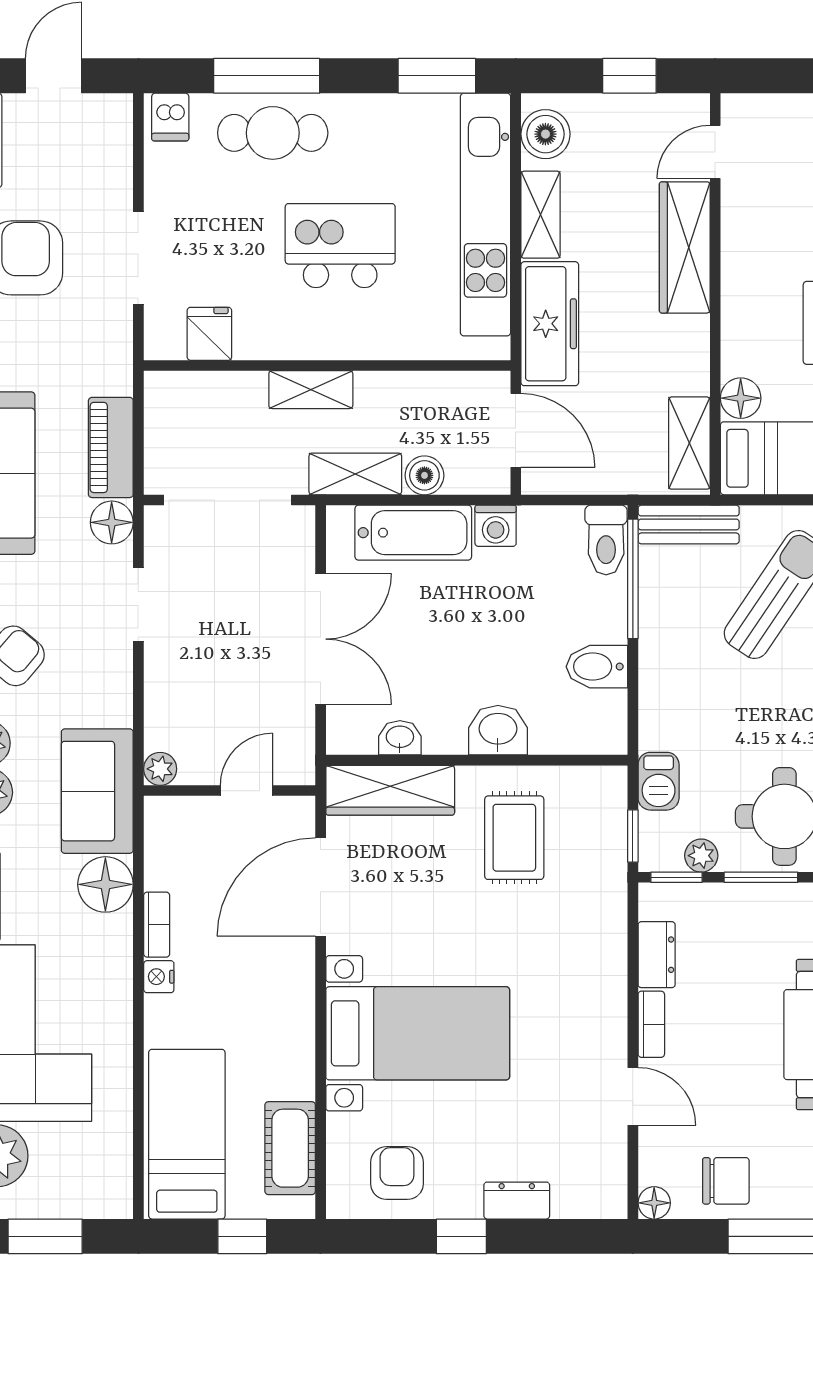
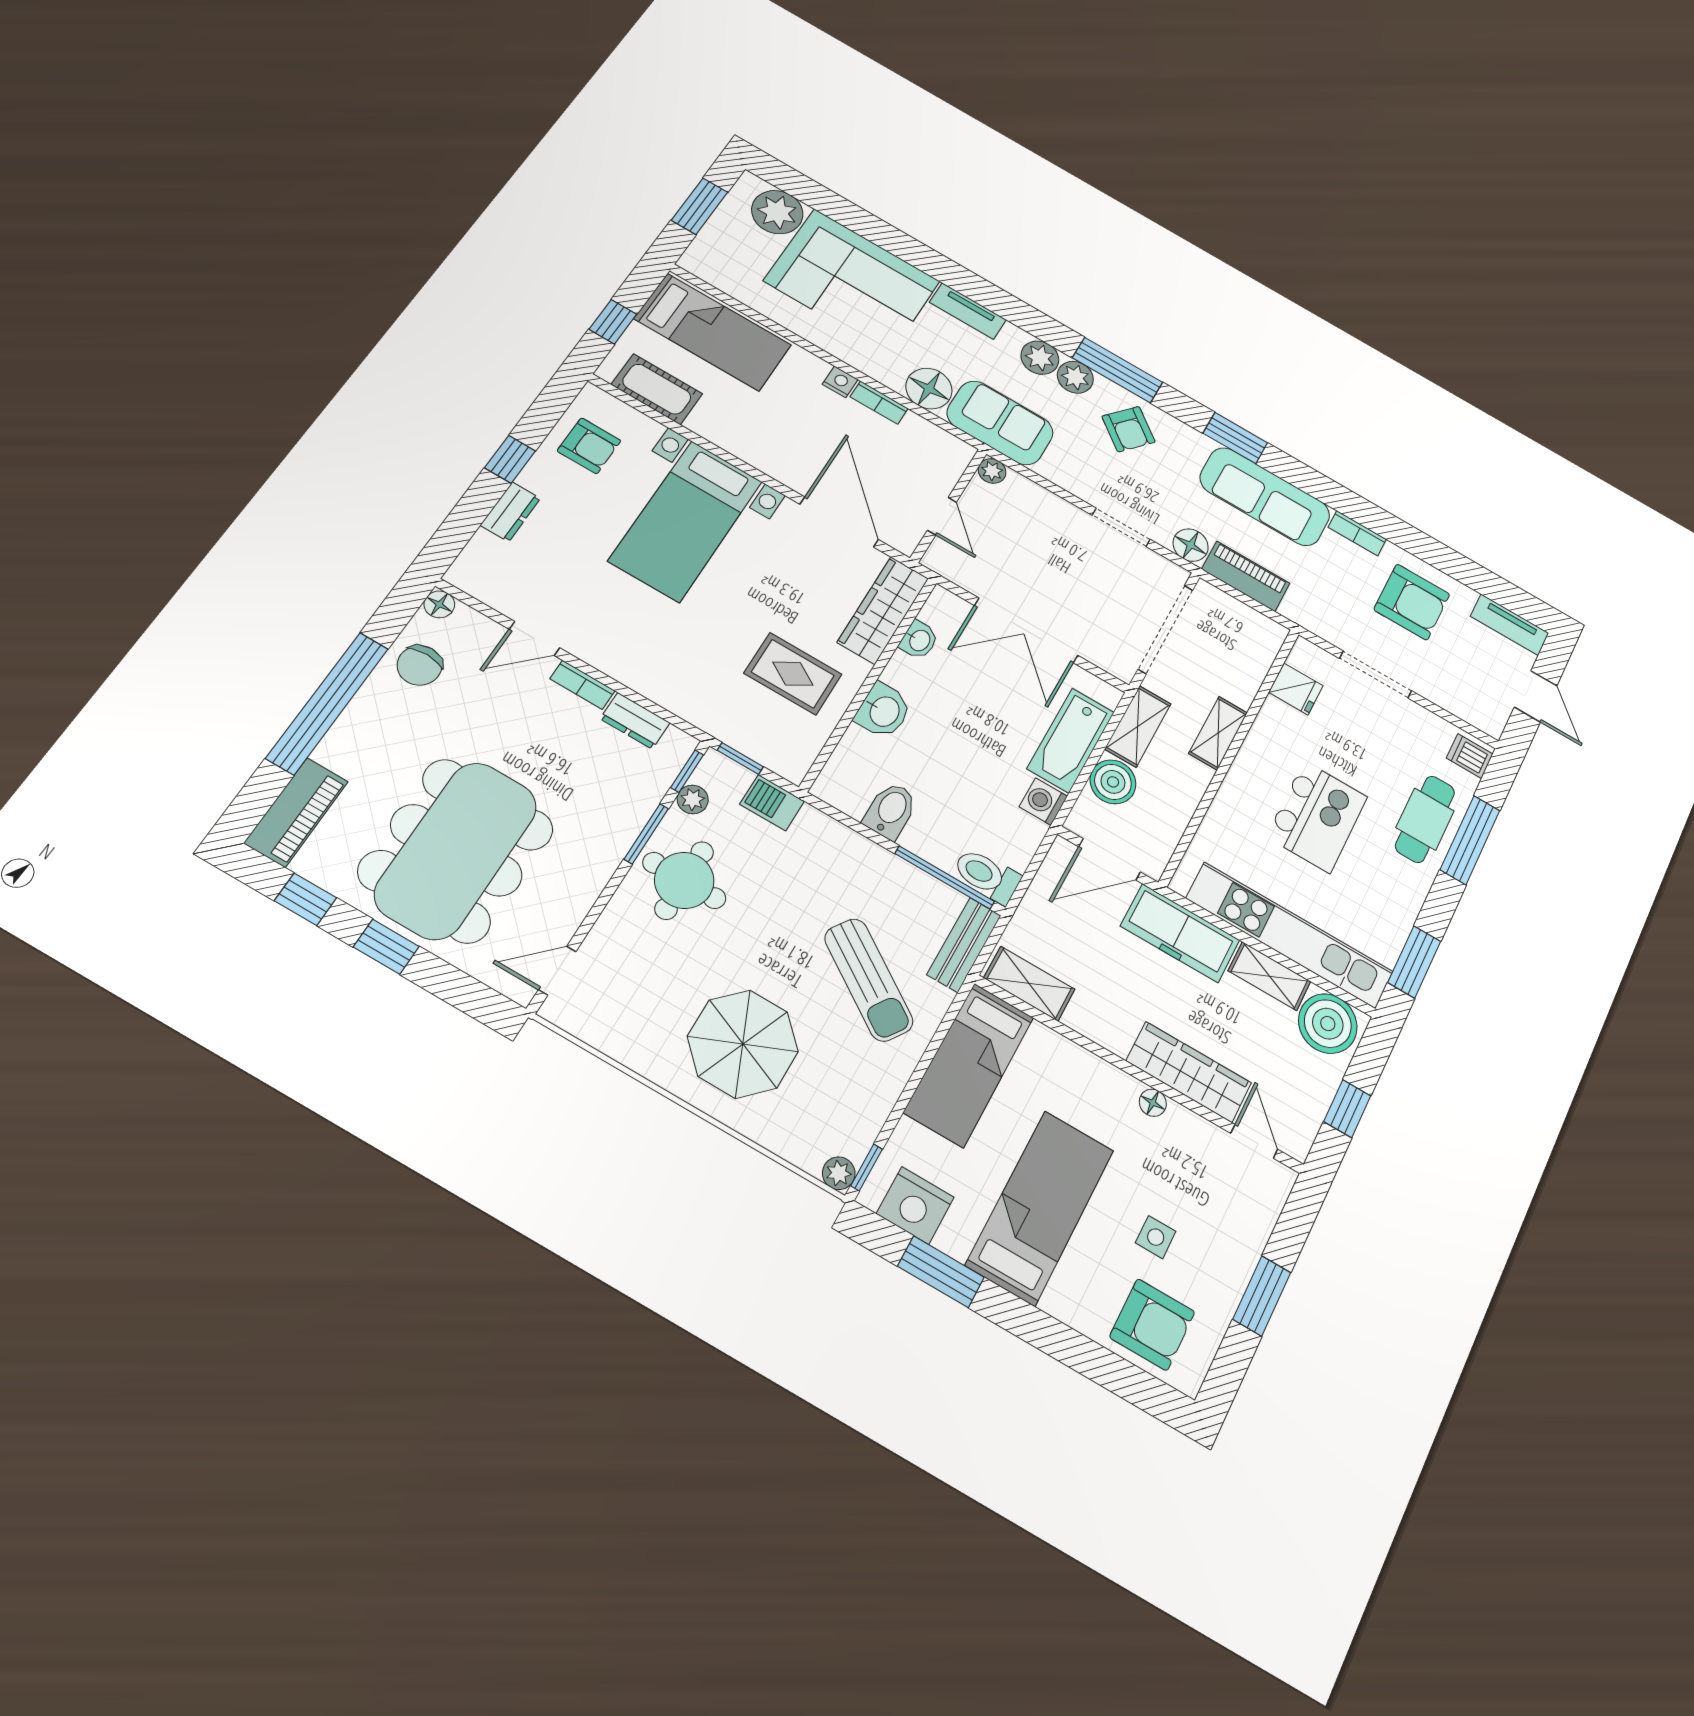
boiler: (545, 134) -> (1328, 1024), width x1.37, depth x1.37
floor lamp: (741, 398) -> (1153, 1103), moved, width x0.73, depth x0.73
boiler: (424, 475) -> (1113, 782), width x1.36, depth x1.36

